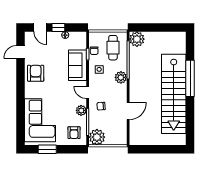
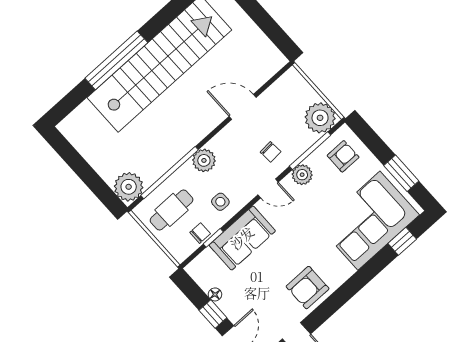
door: (88, 92) -> (268, 188), hinge flipped
window: (21, 126) -> (402, 241), added

